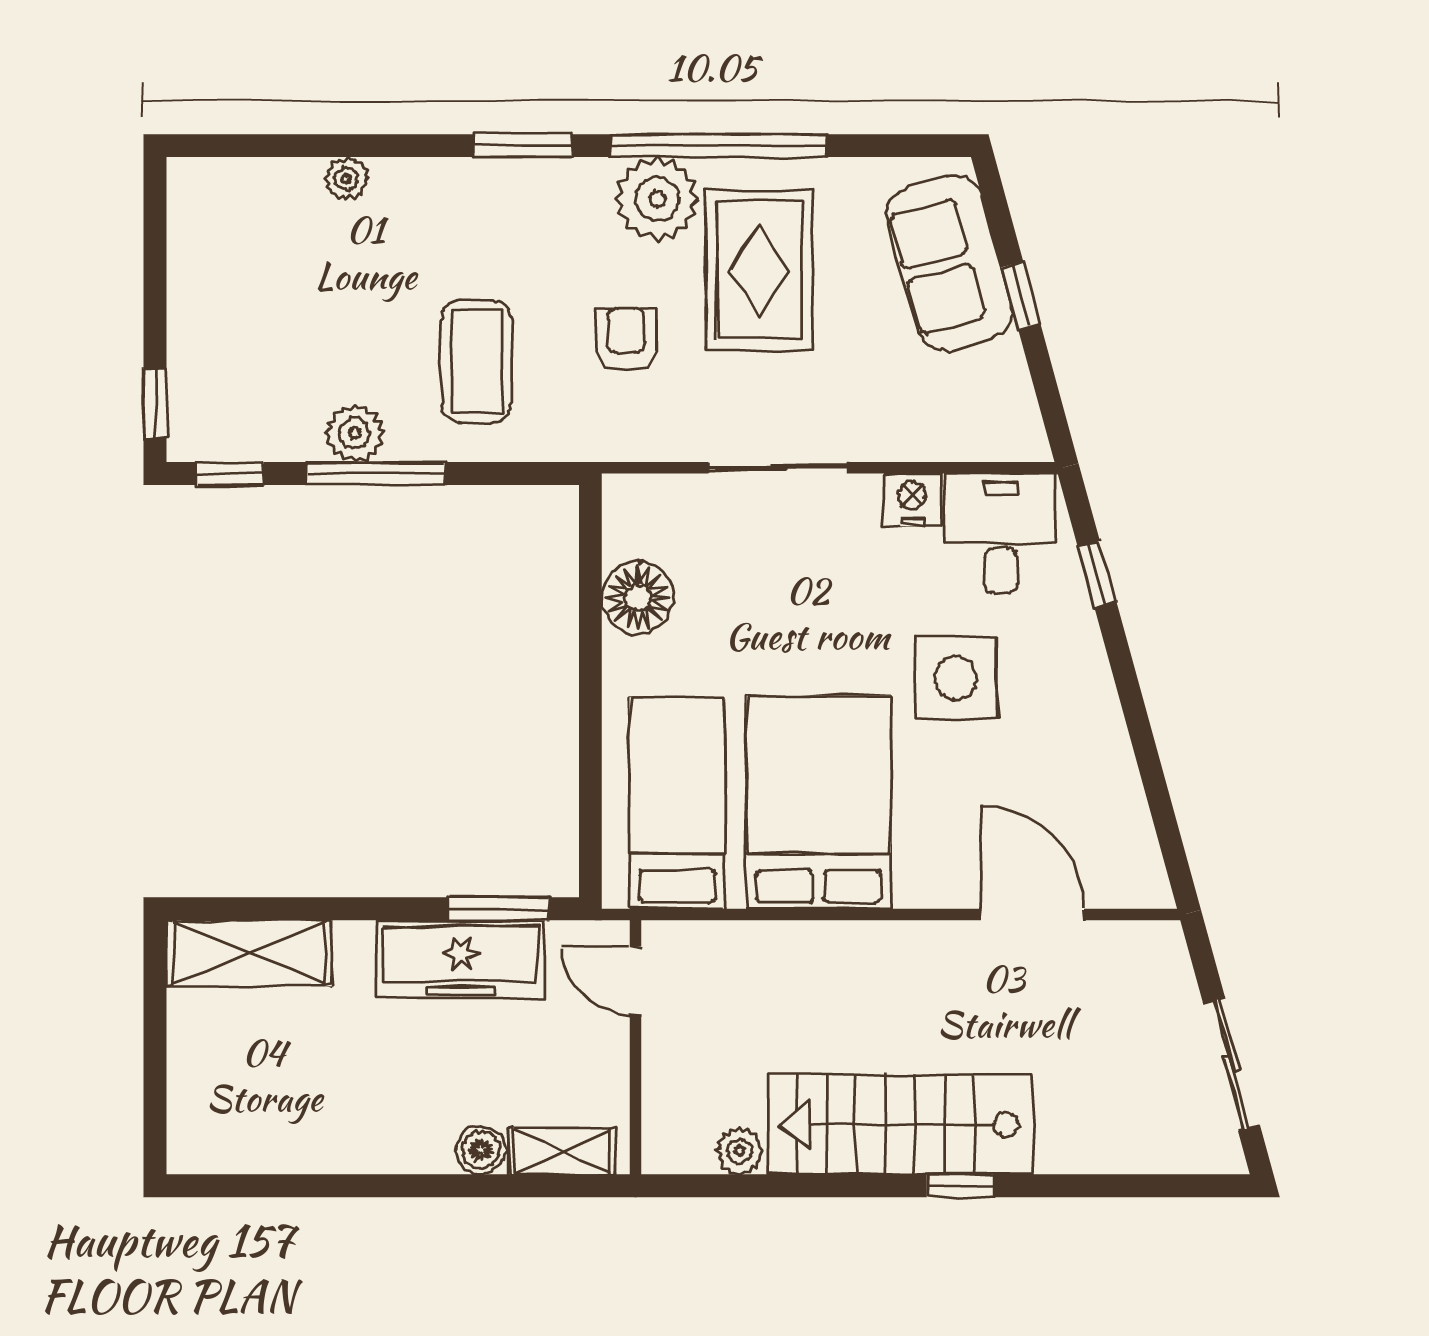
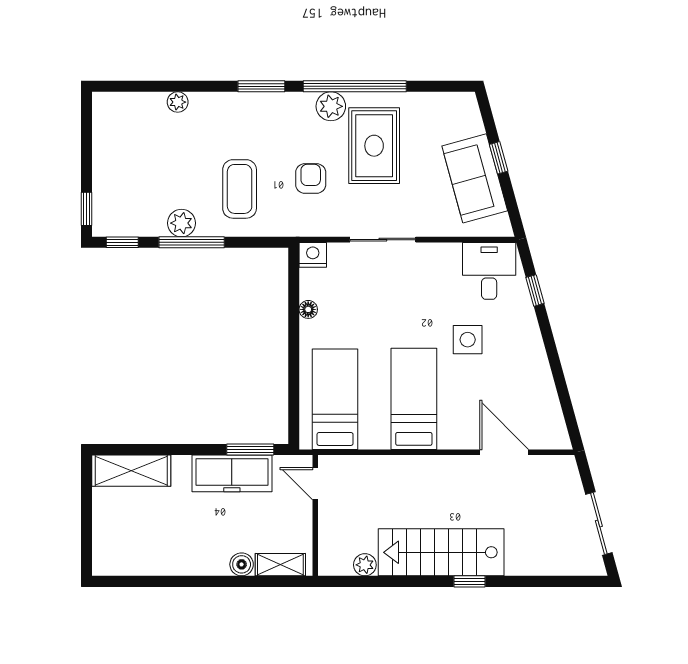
plant: (657, 199) -> (331, 106), width x0.73, depth x0.73
sofa: (950, 263) -> (475, 178), moved
nightstand: (912, 500) -> (313, 255), moved
floor lamp: (638, 598) -> (308, 309), width x0.53, depth x0.53
side table: (956, 678) -> (468, 340), width x0.73, depth x0.73
bed: (819, 802) -> (414, 399), width x0.67

